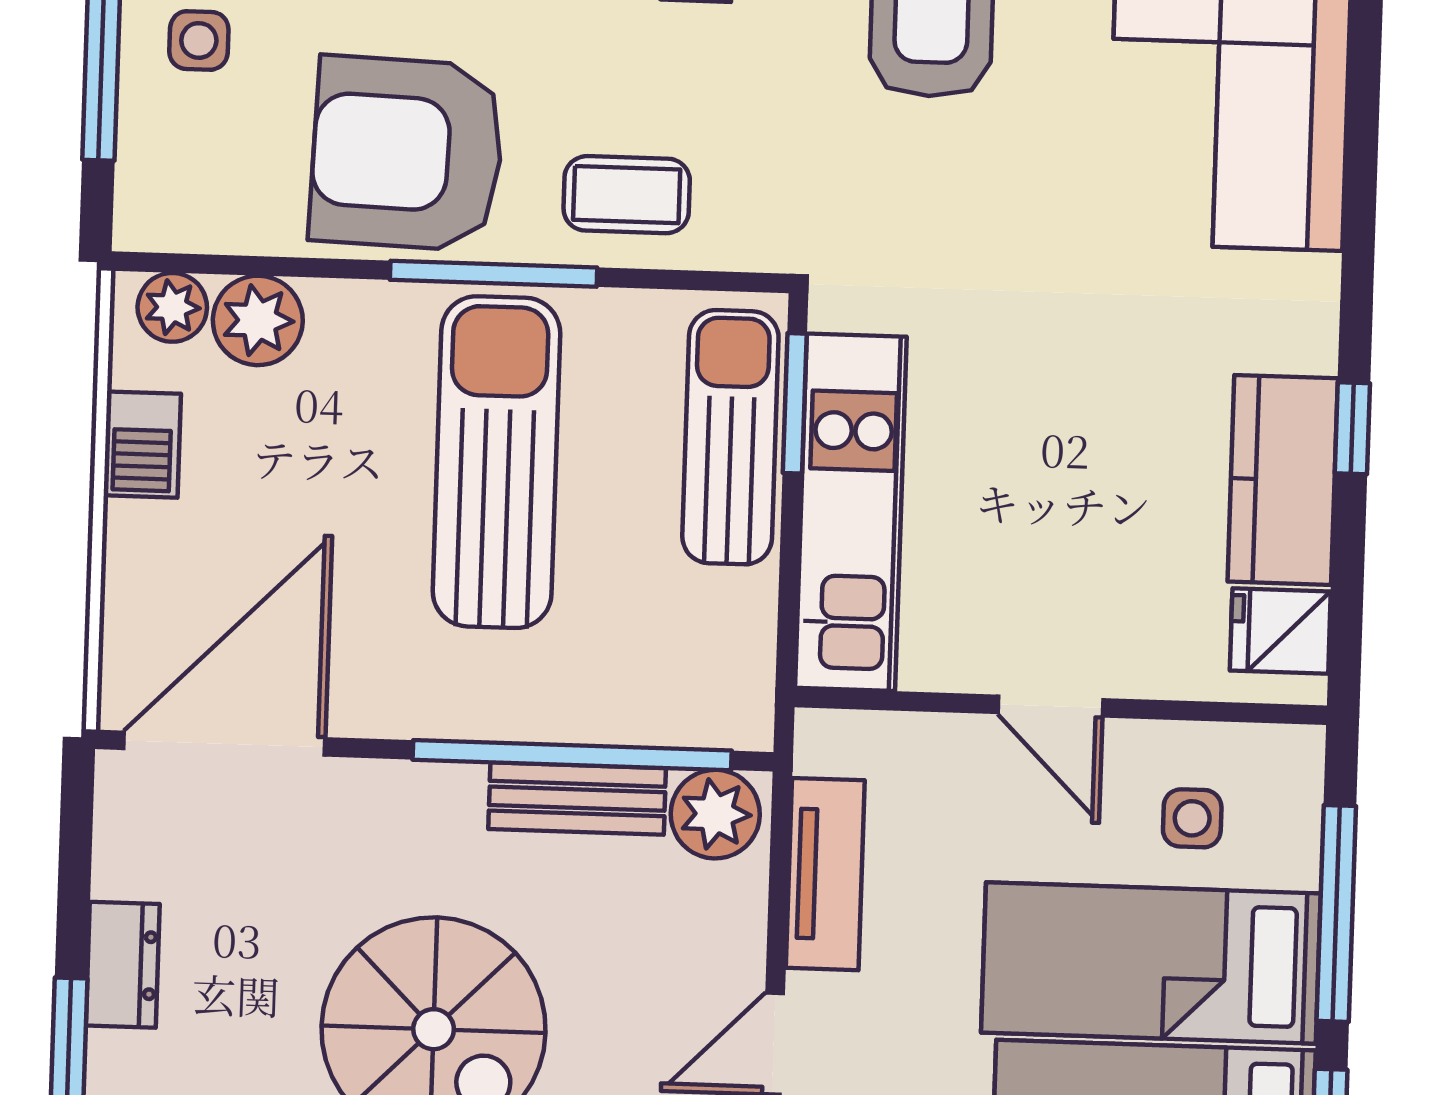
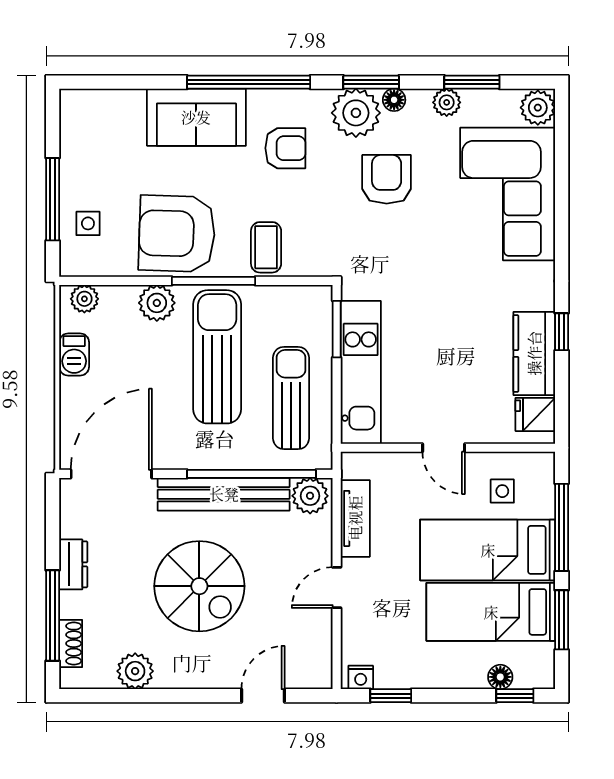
side table: (199, 40) -> (88, 223), moved
coffee table: (627, 195) -> (266, 247), turned 90
plant: (258, 320) -> (157, 303), moved
sun lounger: (730, 437) -> (291, 398), moved
bench: (577, 799) -> (224, 494), width x1.86, depth x1.21

